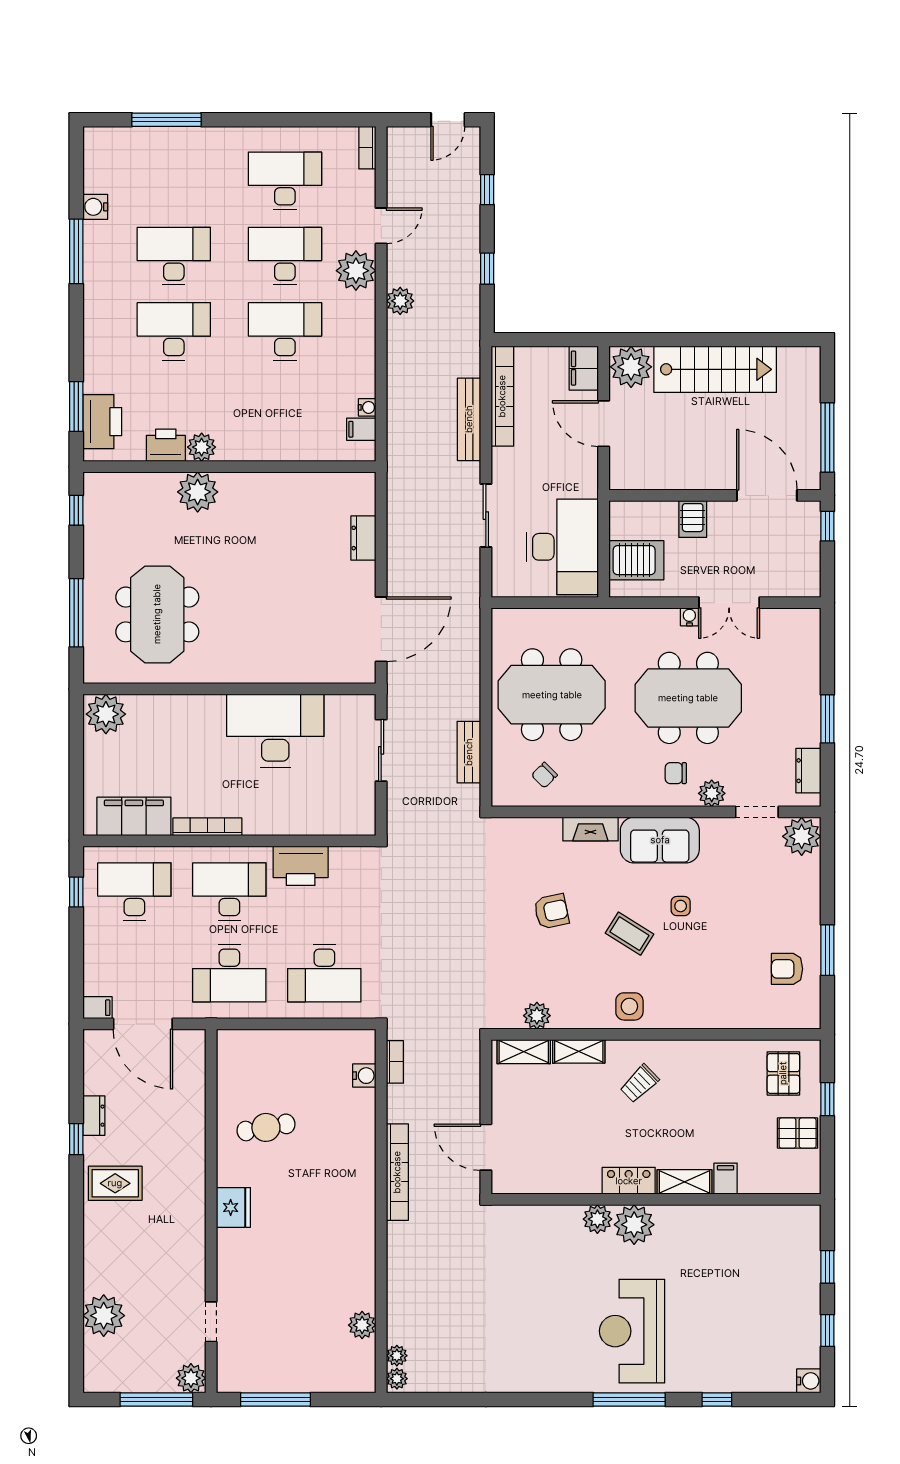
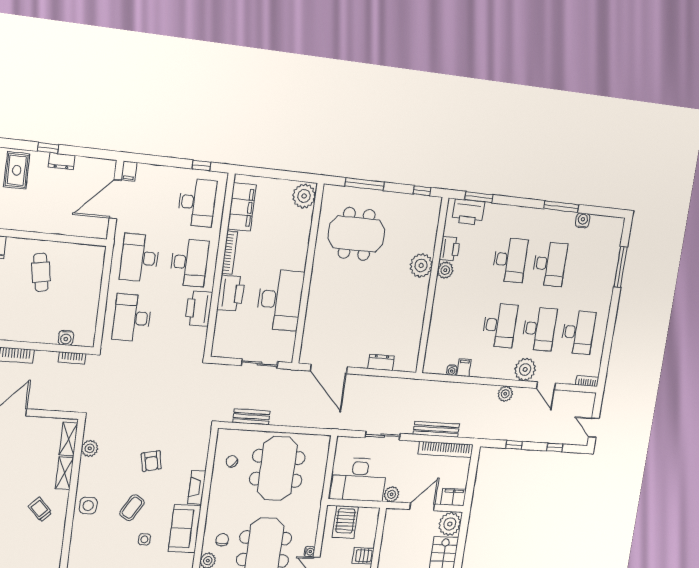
filing cabinet: (361, 429) -> (464, 368), moved
plant: (585, 483) -> (392, 494), added
printer: (272, 815) -> (231, 293), added

